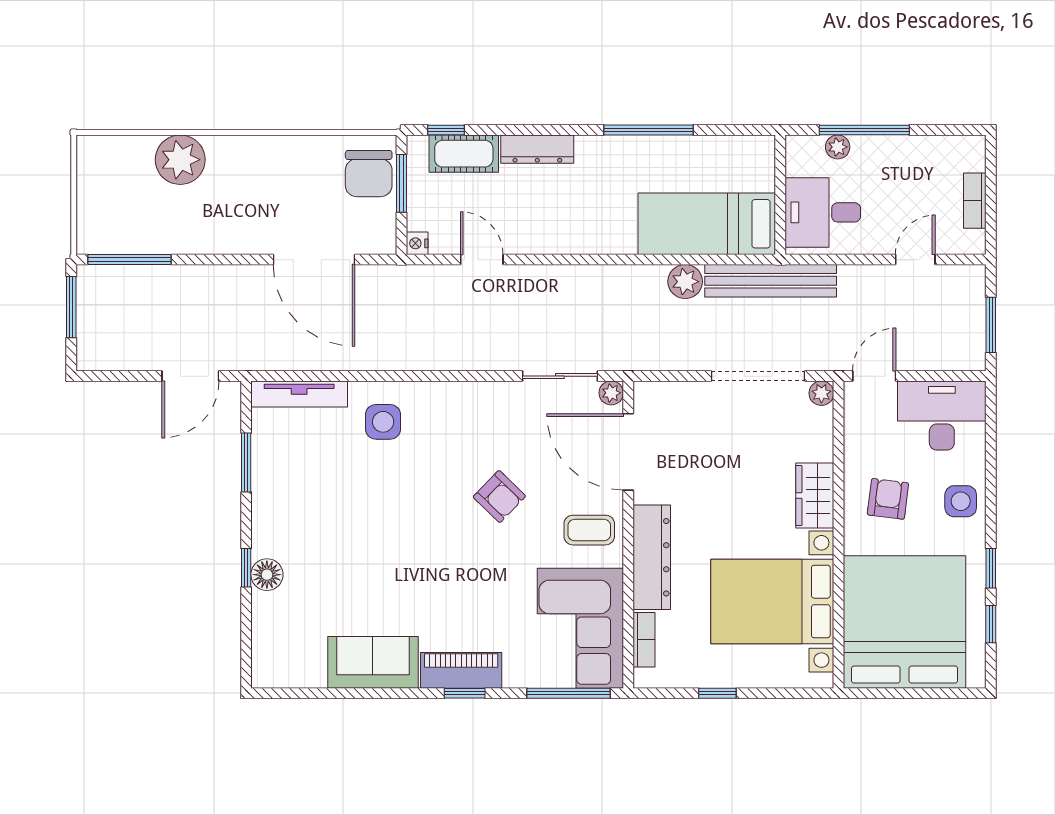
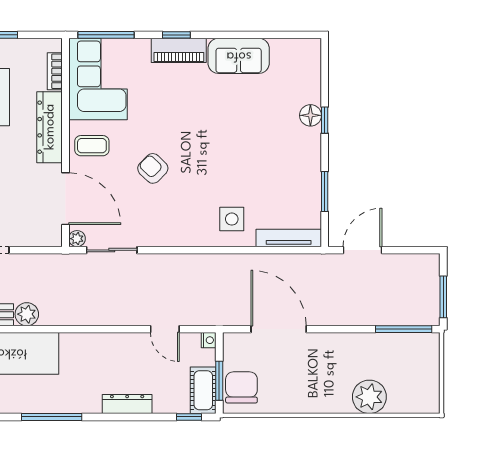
cot: (464, 154) -> (203, 390), moved, turned 90

